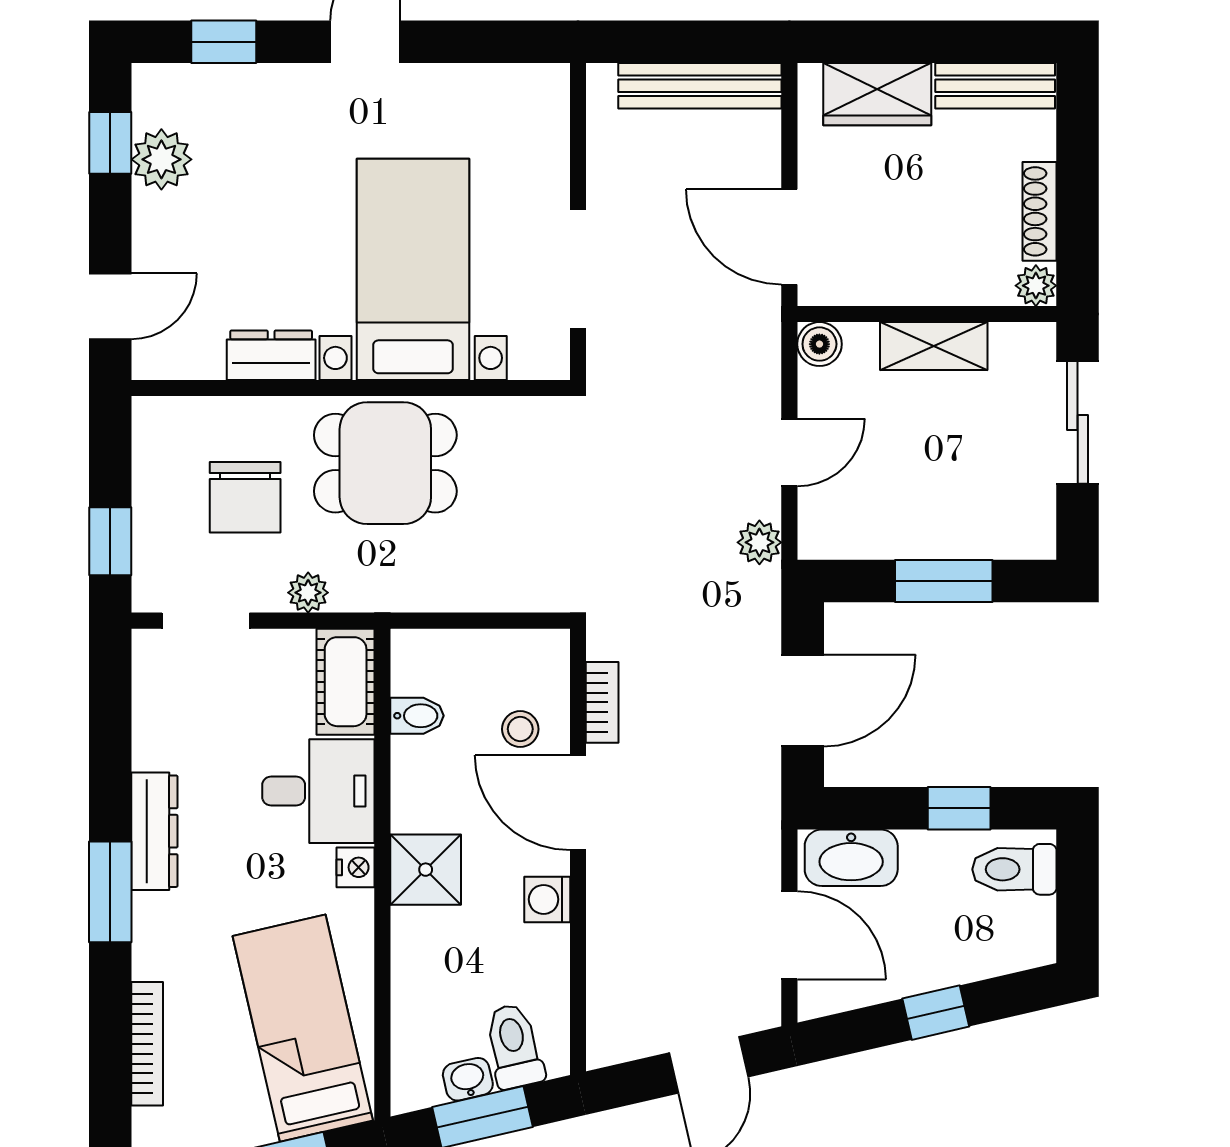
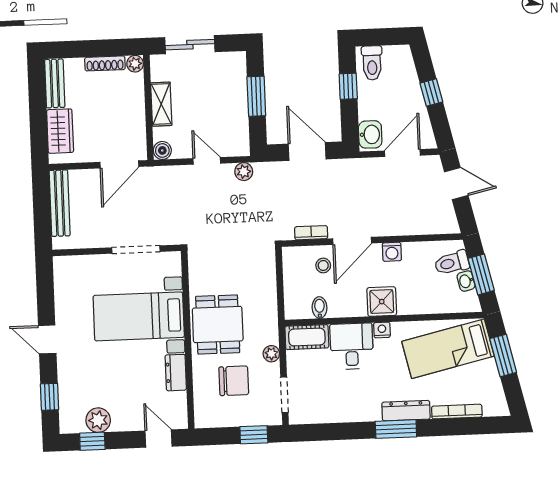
dresser: (154, 831) -> (406, 411), moved
washbasin: (851, 858) -> (370, 134), width x0.72

